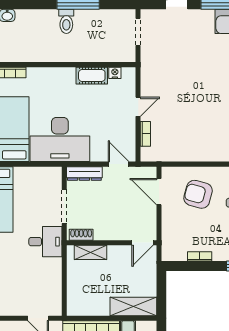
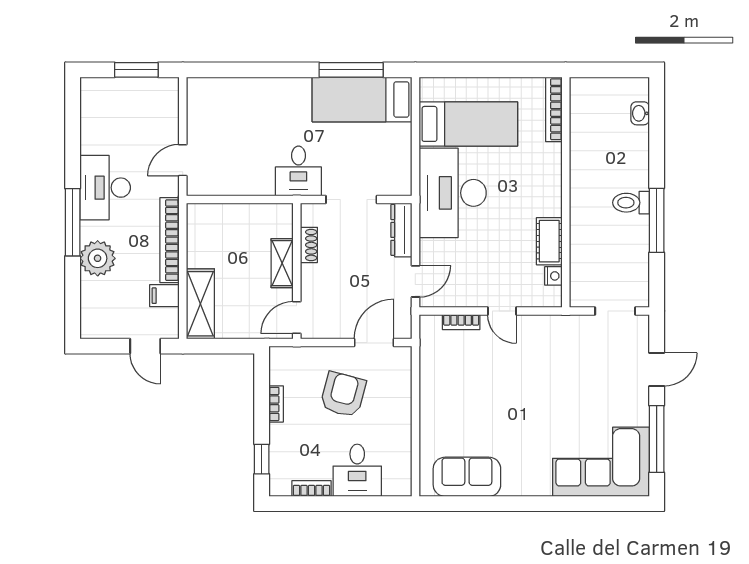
armchair: (198, 194) -> (343, 394), moved
shoe rack: (81, 235) -> (309, 245), moved
door: (142, 243) -> (297, 318), hinge flipped
shelving: (91, 252) -> (282, 263), moved

